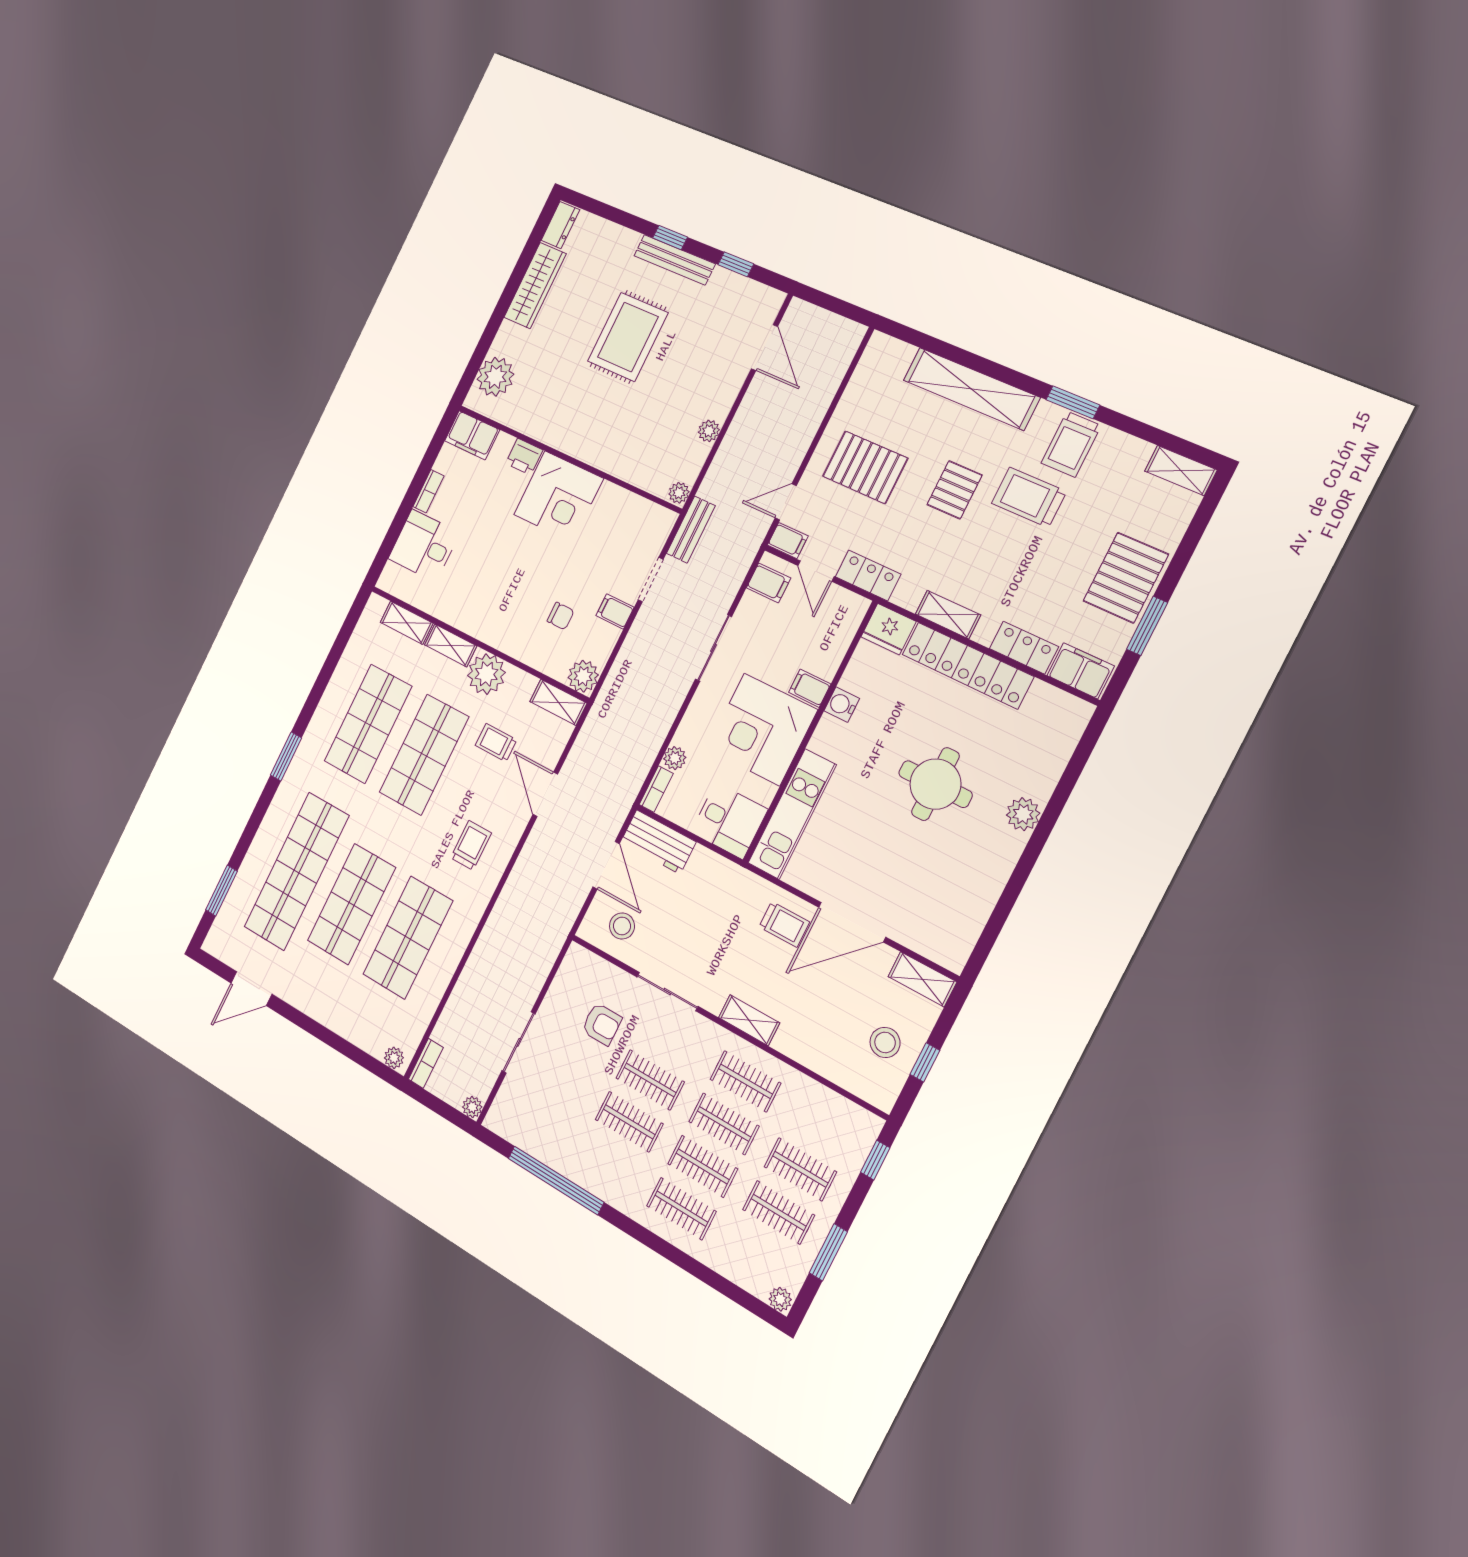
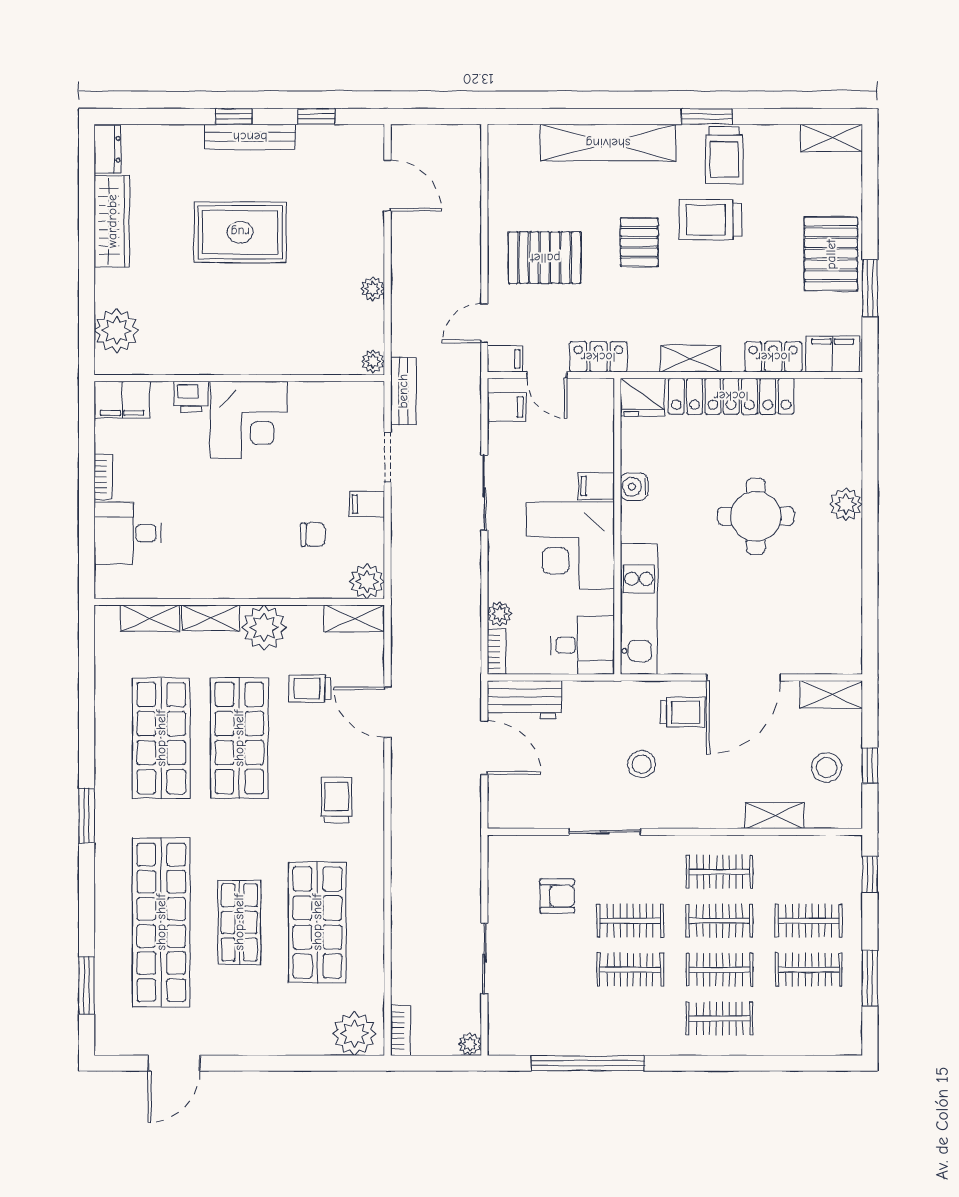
rug: (628, 337) -> (240, 232), turned 90
shop shelf: (351, 904) -> (239, 922), width x0.70, depth x0.74
stool: (622, 926) -> (642, 764), moved
shelving: (749, 1020) -> (774, 816), moved
plant: (394, 1058) -> (354, 1034), width x1.87, depth x1.87
plant: (780, 1299) -> (849, 1044), removed

